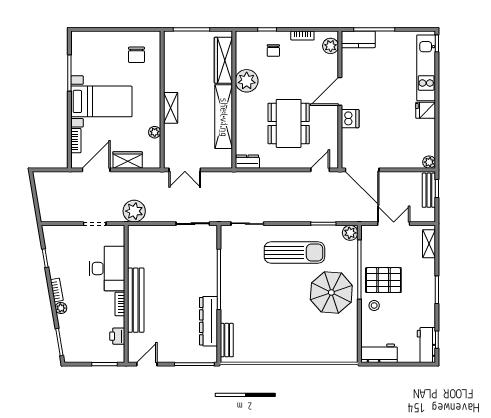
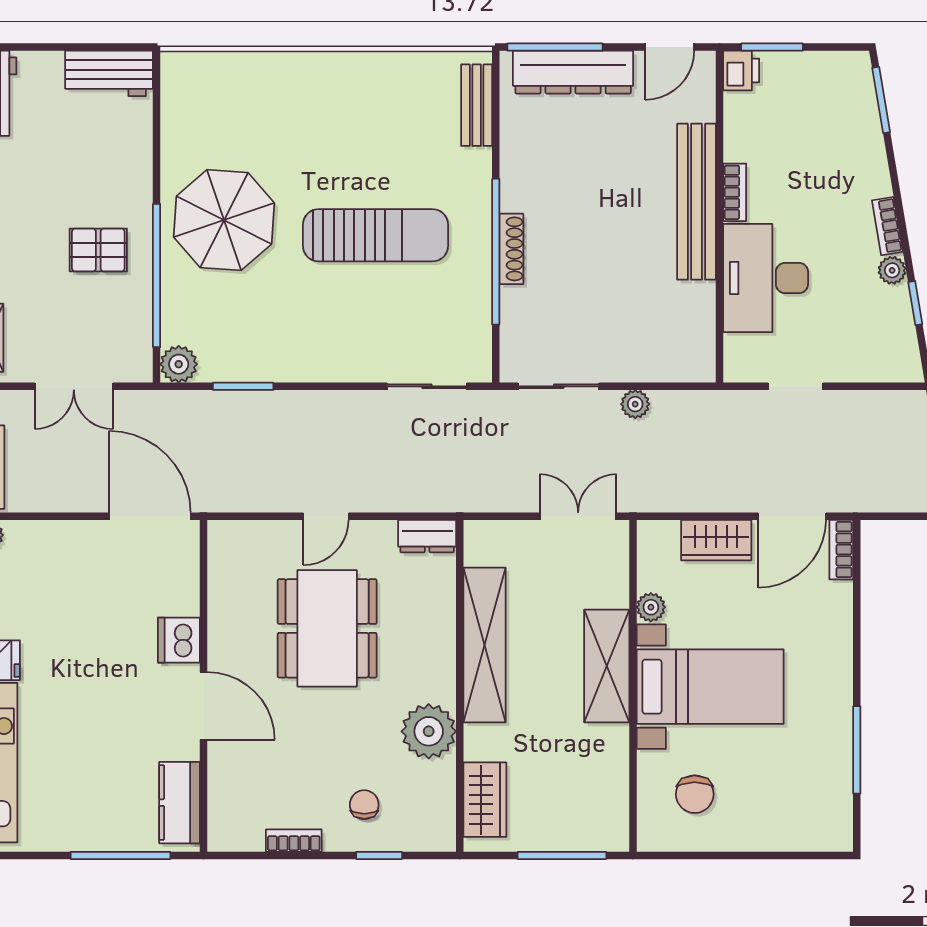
kitchen counter: (358, 39) -> (180, 803), moved, turned -90
plant: (331, 46) -> (226, 816), removed
chair: (136, 55) -> (695, 794), turned 180
wardrobe: (223, 60) -> (485, 800), width x0.67
door: (340, 91) -> (203, 706), hinge flipped
bed with nightstands: (101, 101) -> (710, 687), moved, turned 180
shelving: (171, 108) -> (607, 666), width x1.50, depth x1.33
bookcase: (76, 141) -> (841, 550), moved
door: (320, 170) -> (326, 516), moved
plant: (134, 211) -> (635, 404), moved, width x0.53, depth x0.53
sun lounger: (294, 253) -> (375, 235), moved, turned 180
pallet: (383, 280) -> (98, 250), width x0.67, depth x0.71
shoe rack: (212, 281) -> (511, 249), added
stool: (374, 305) -> (121, 189), removed
plant: (61, 308) -> (892, 270), moved
dresser: (208, 321) -> (573, 72), moved, turned 90
printer: (117, 336) -> (741, 70), moved

